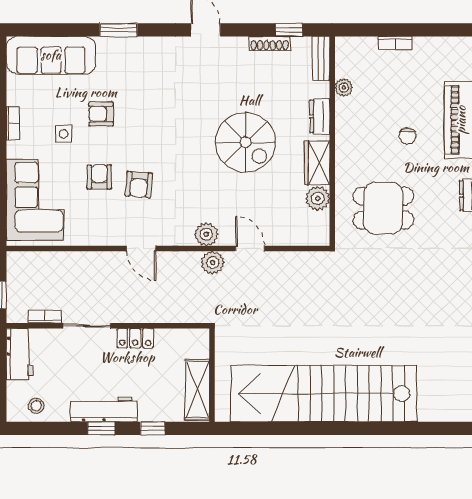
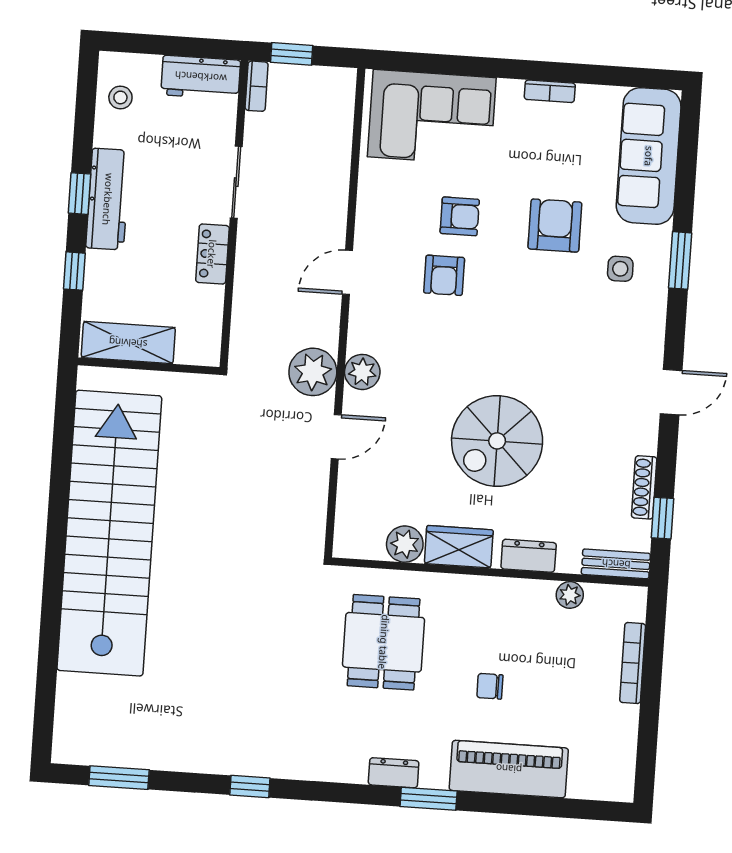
bookcase: (395, 43) -> (633, 663), width x1.56
armchair: (101, 114) -> (555, 226), width x1.38, depth x1.38
side table: (64, 134) -> (620, 269), moved
armchair: (139, 185) -> (444, 275), turned -95
plant: (213, 263) -> (313, 372), width x1.36, depth x1.36
bookcase: (45, 317) -> (257, 86), moved

